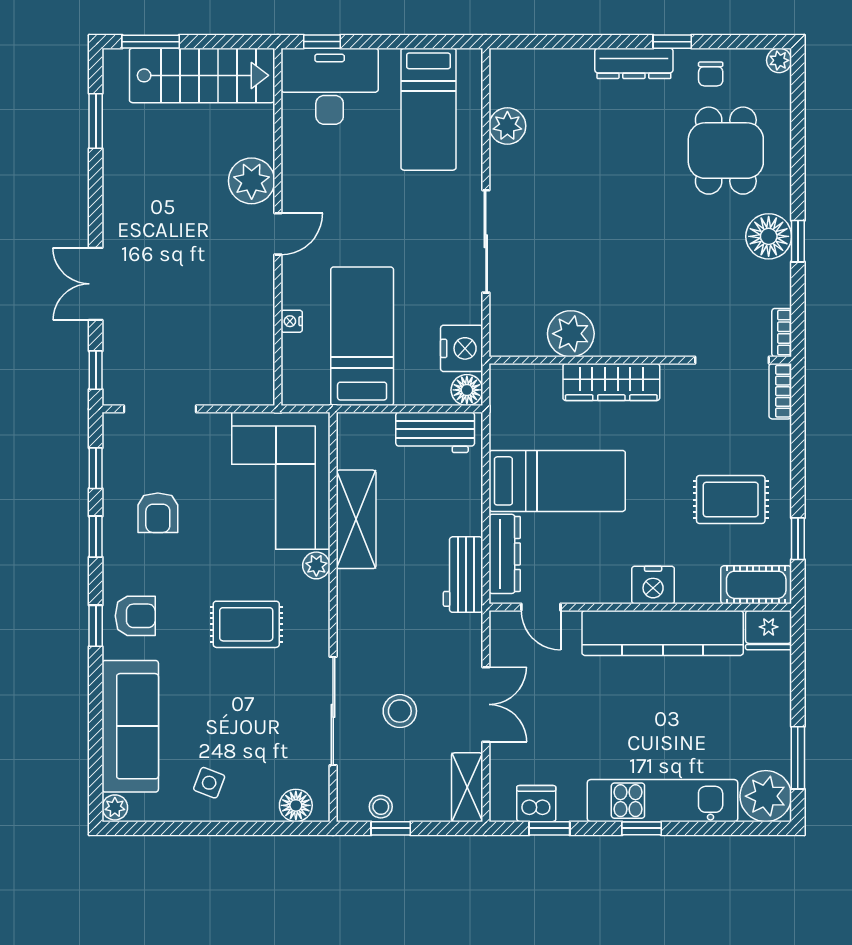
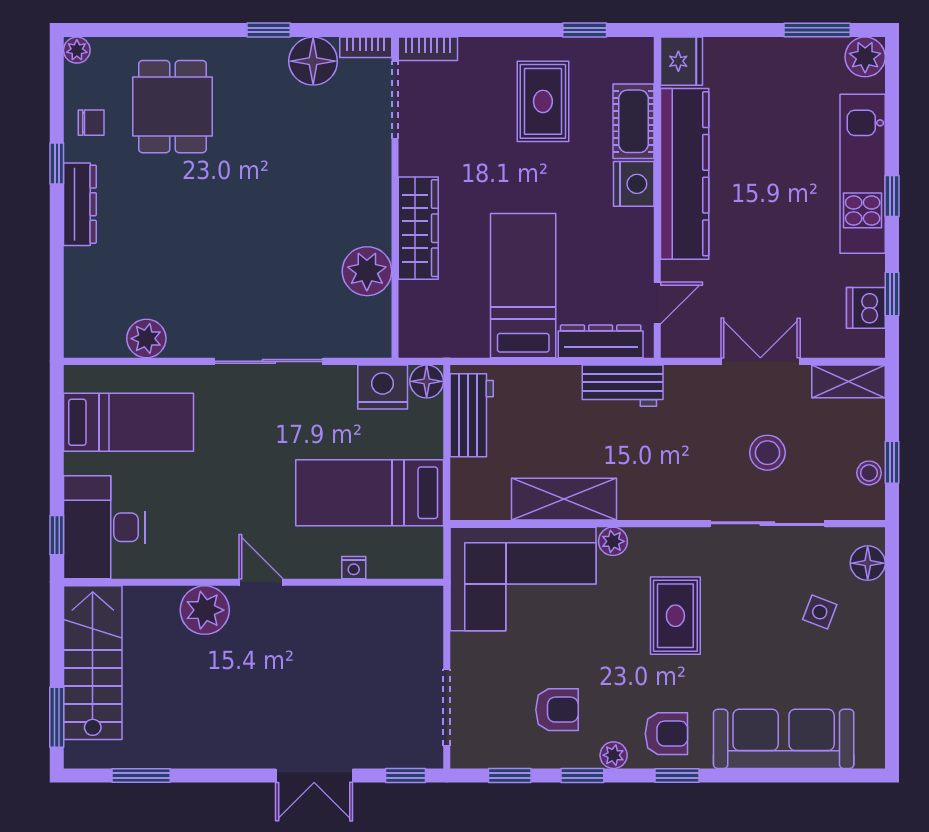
dining table: (726, 151) -> (173, 107), turned 90
floor lamp: (769, 236) -> (313, 61), moved
cot: (756, 585) -> (633, 121), moved
armchair: (135, 616) -> (666, 734), turned 90
side table: (209, 783) -> (820, 612), moved
plant: (766, 796) -> (865, 57), width x0.73, depth x0.73
plant: (115, 807) -> (614, 755), moved

